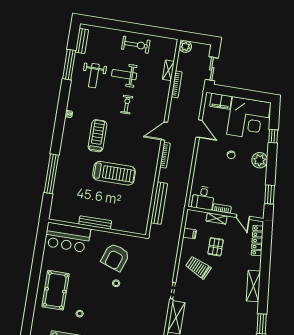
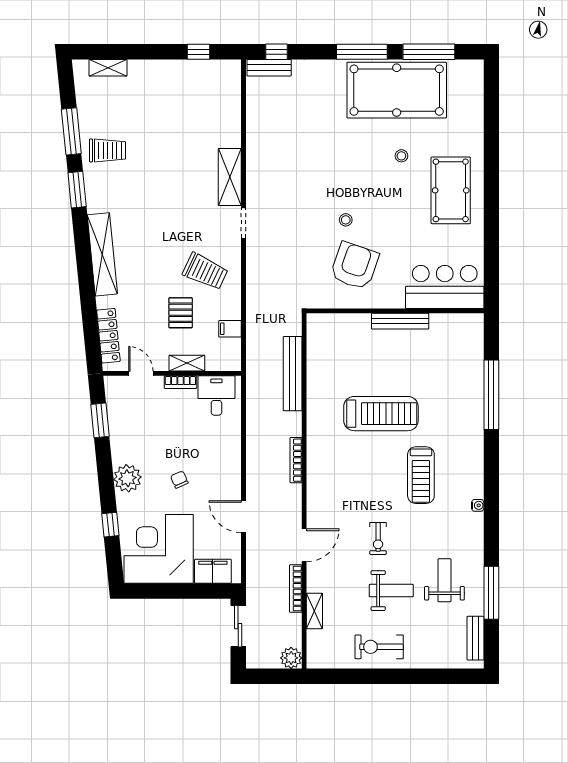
door: (164, 131) -> (304, 545), moved
treadmill: (114, 173) -> (381, 414), turned 180
shelving: (253, 286) -> (102, 254), width x1.47

